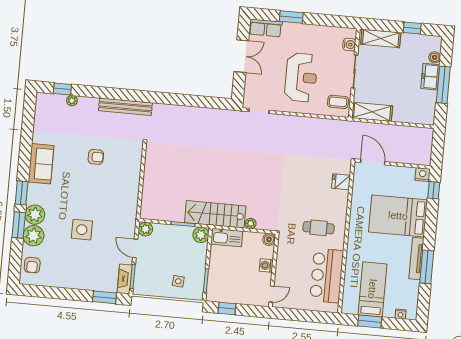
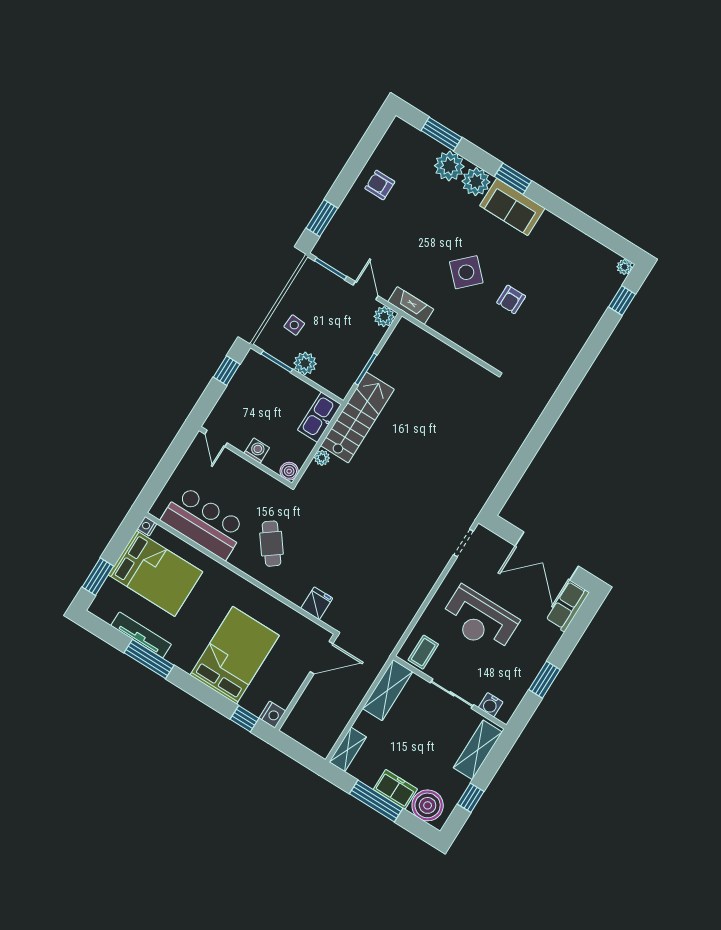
window: (291, 17) -> (545, 680), moved
double door: (241, 56) -> (547, 556), width x1.37
boiler: (435, 57) -> (428, 805), width x1.86, depth x1.86
plant: (72, 101) -> (624, 267), moved
bench: (125, 107) -> (557, 371), removed
shelving: (421, 118) -> (348, 749), added
sofa: (41, 164) -> (512, 207), moved
window: (19, 225) -> (441, 134), moved
cafe table: (319, 228) -> (272, 544), turned -37
side table: (82, 230) -> (466, 272), moved, turned 45
plant: (201, 235) -> (305, 363), moved
door: (135, 248) -> (366, 291), hinge flipped
tv unit: (416, 259) -> (141, 635), moved
armchair: (32, 265) -> (380, 185), moved
fireplace: (125, 279) -> (411, 306), moved
bed: (372, 289) -> (156, 573), width x1.50
nightstand: (401, 314) -> (147, 526), moved
window: (370, 321) -> (98, 577), moved

